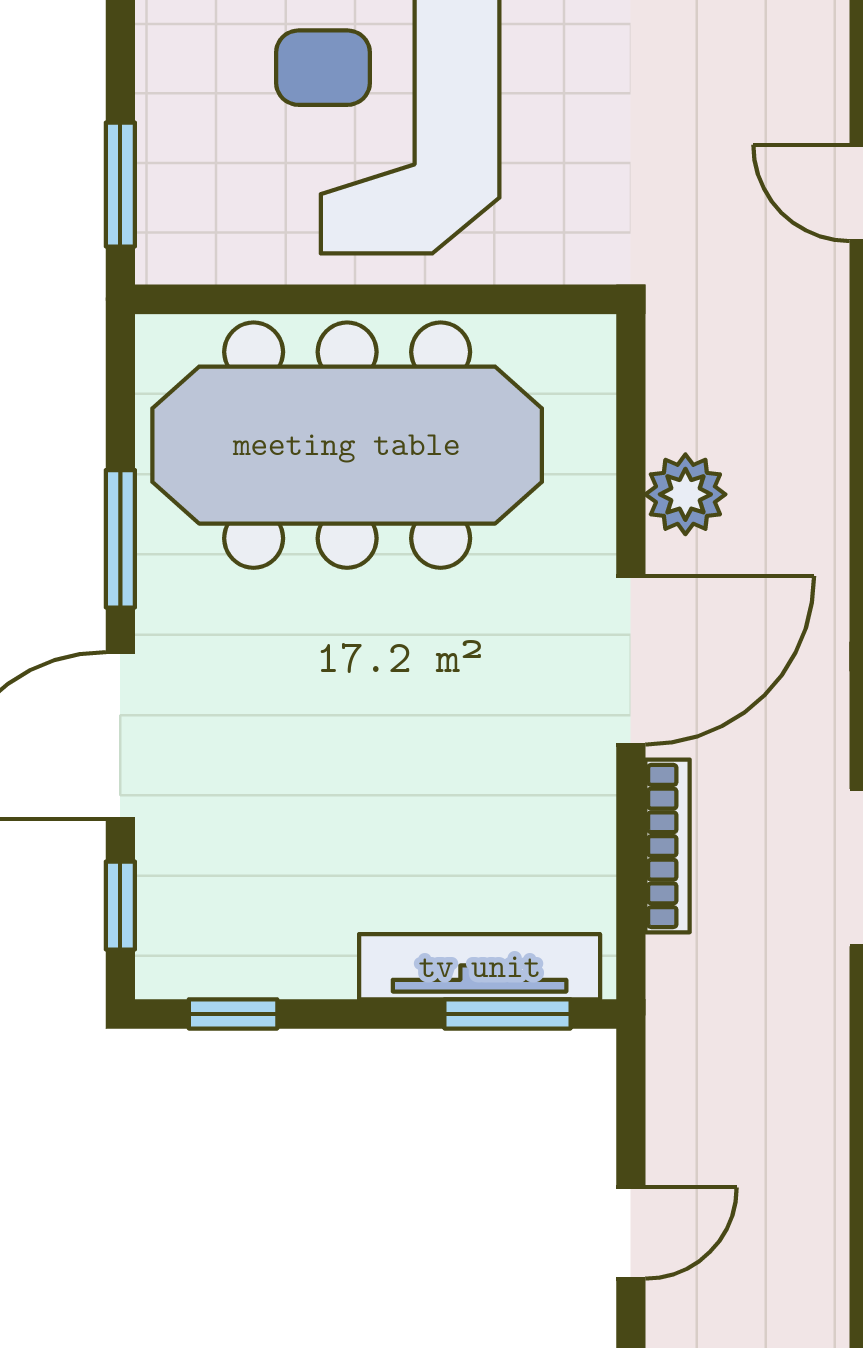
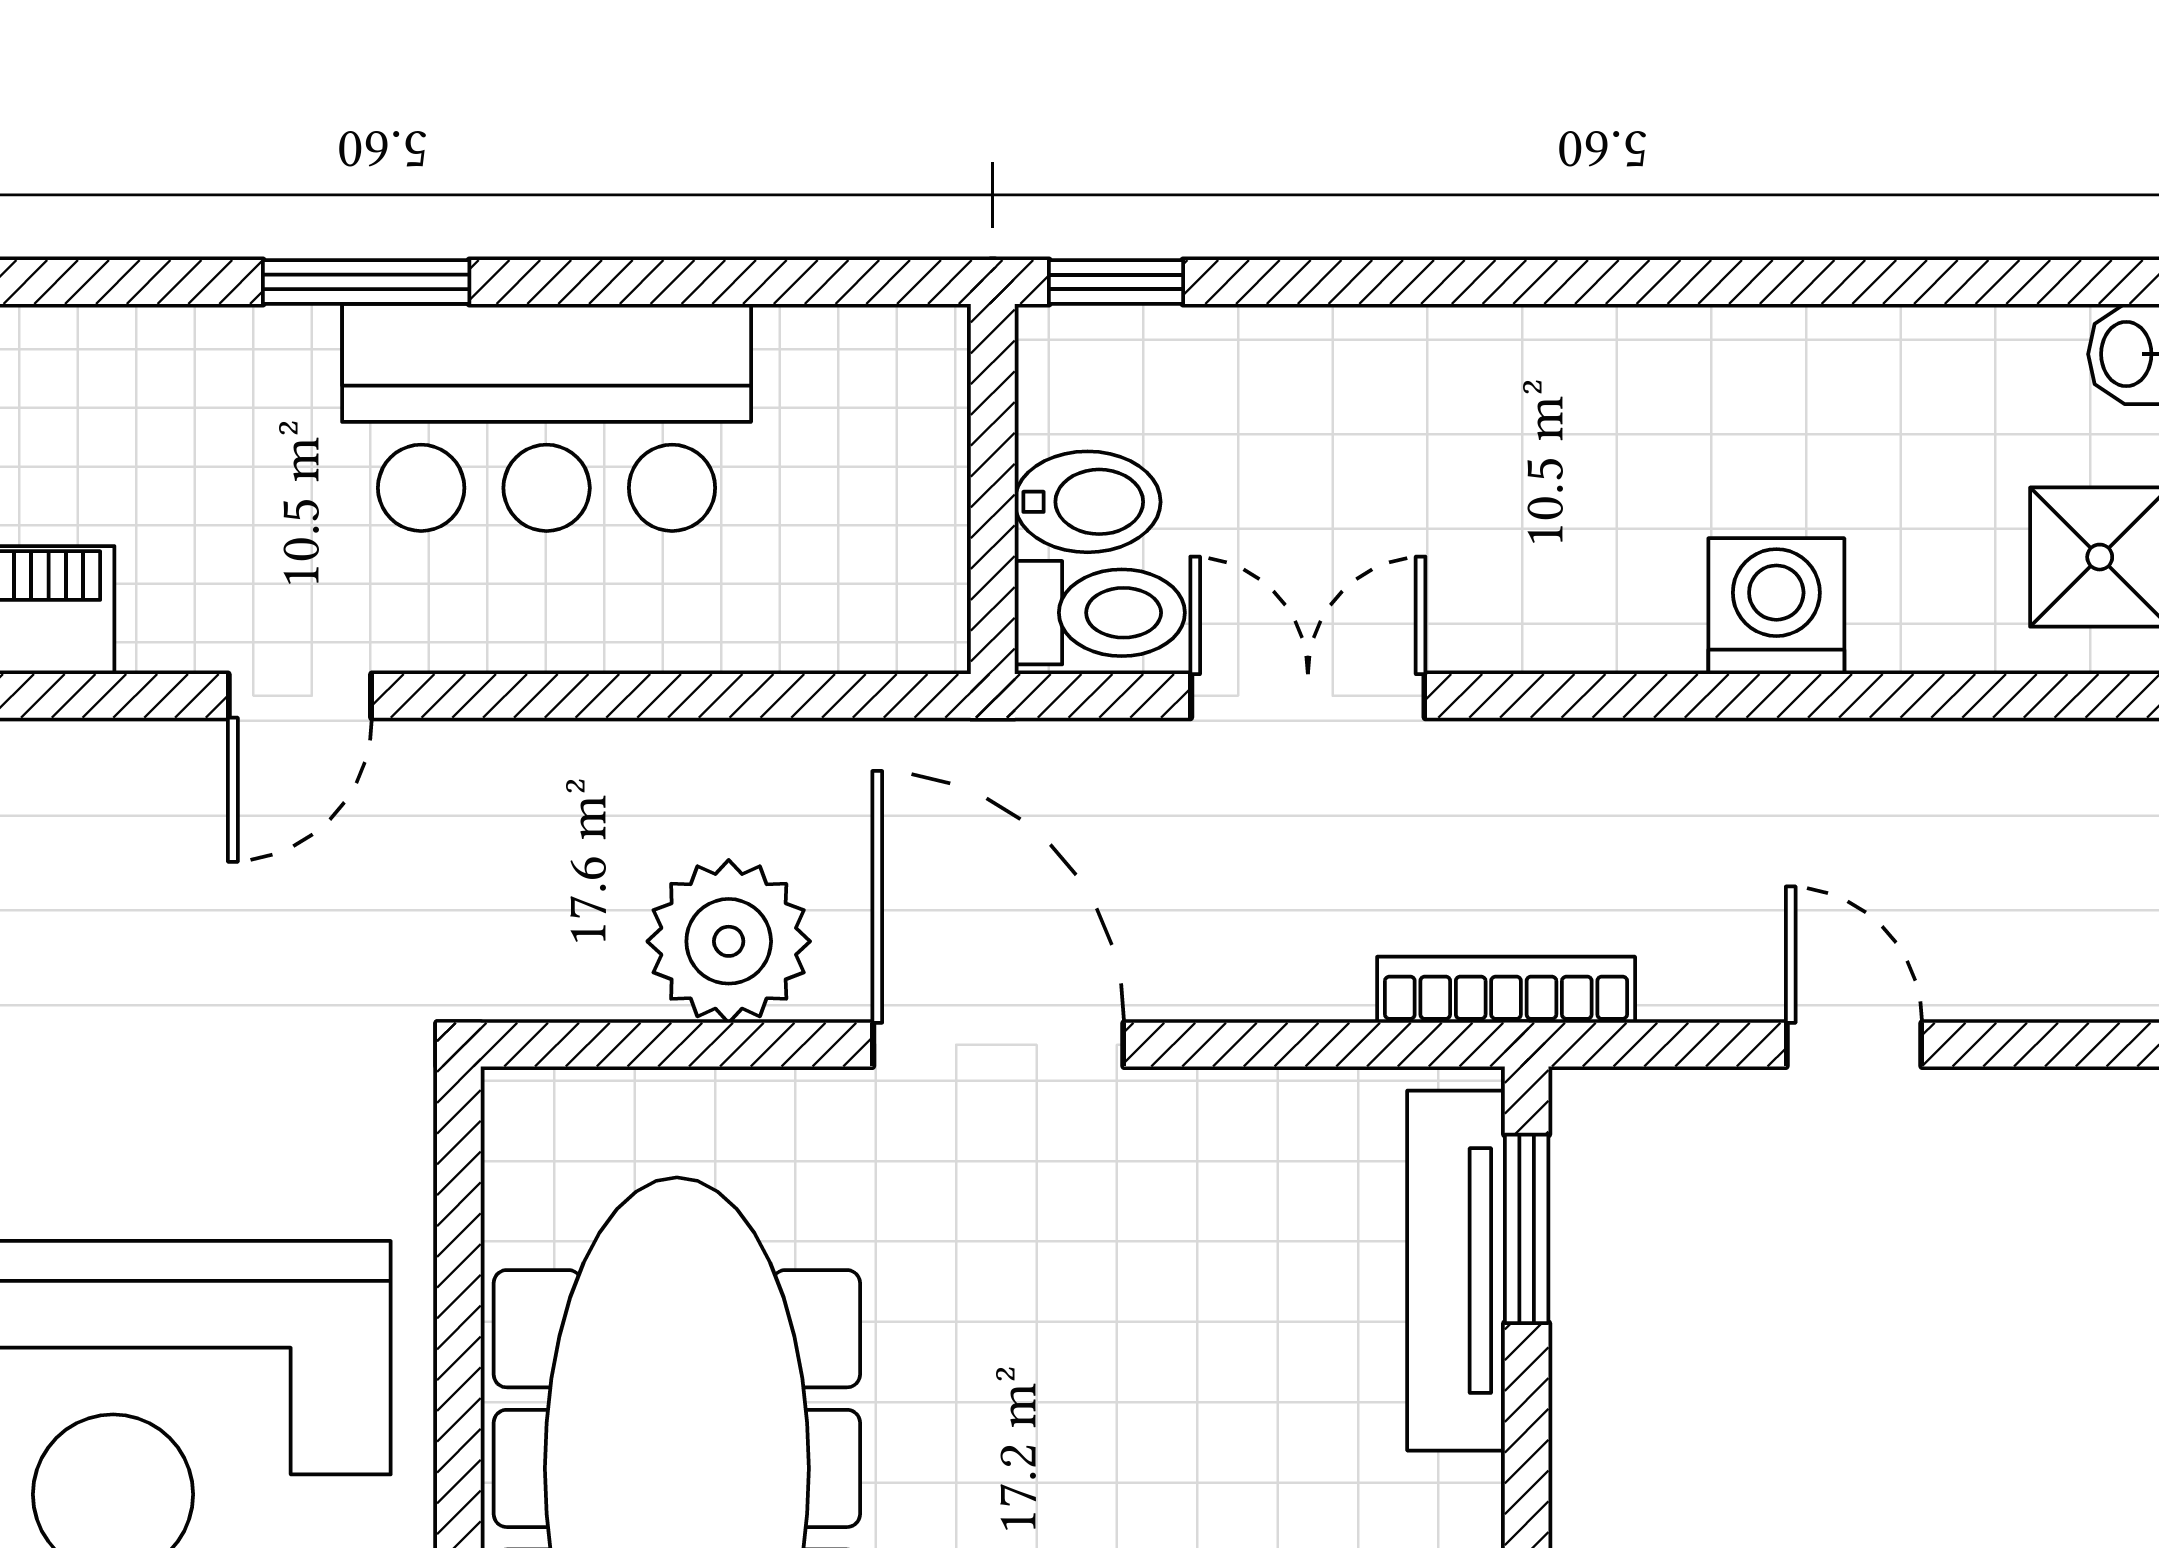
plant: (685, 494) -> (729, 941), width x1.36, depth x1.36
bookcase: (668, 846) -> (1506, 990), moved

